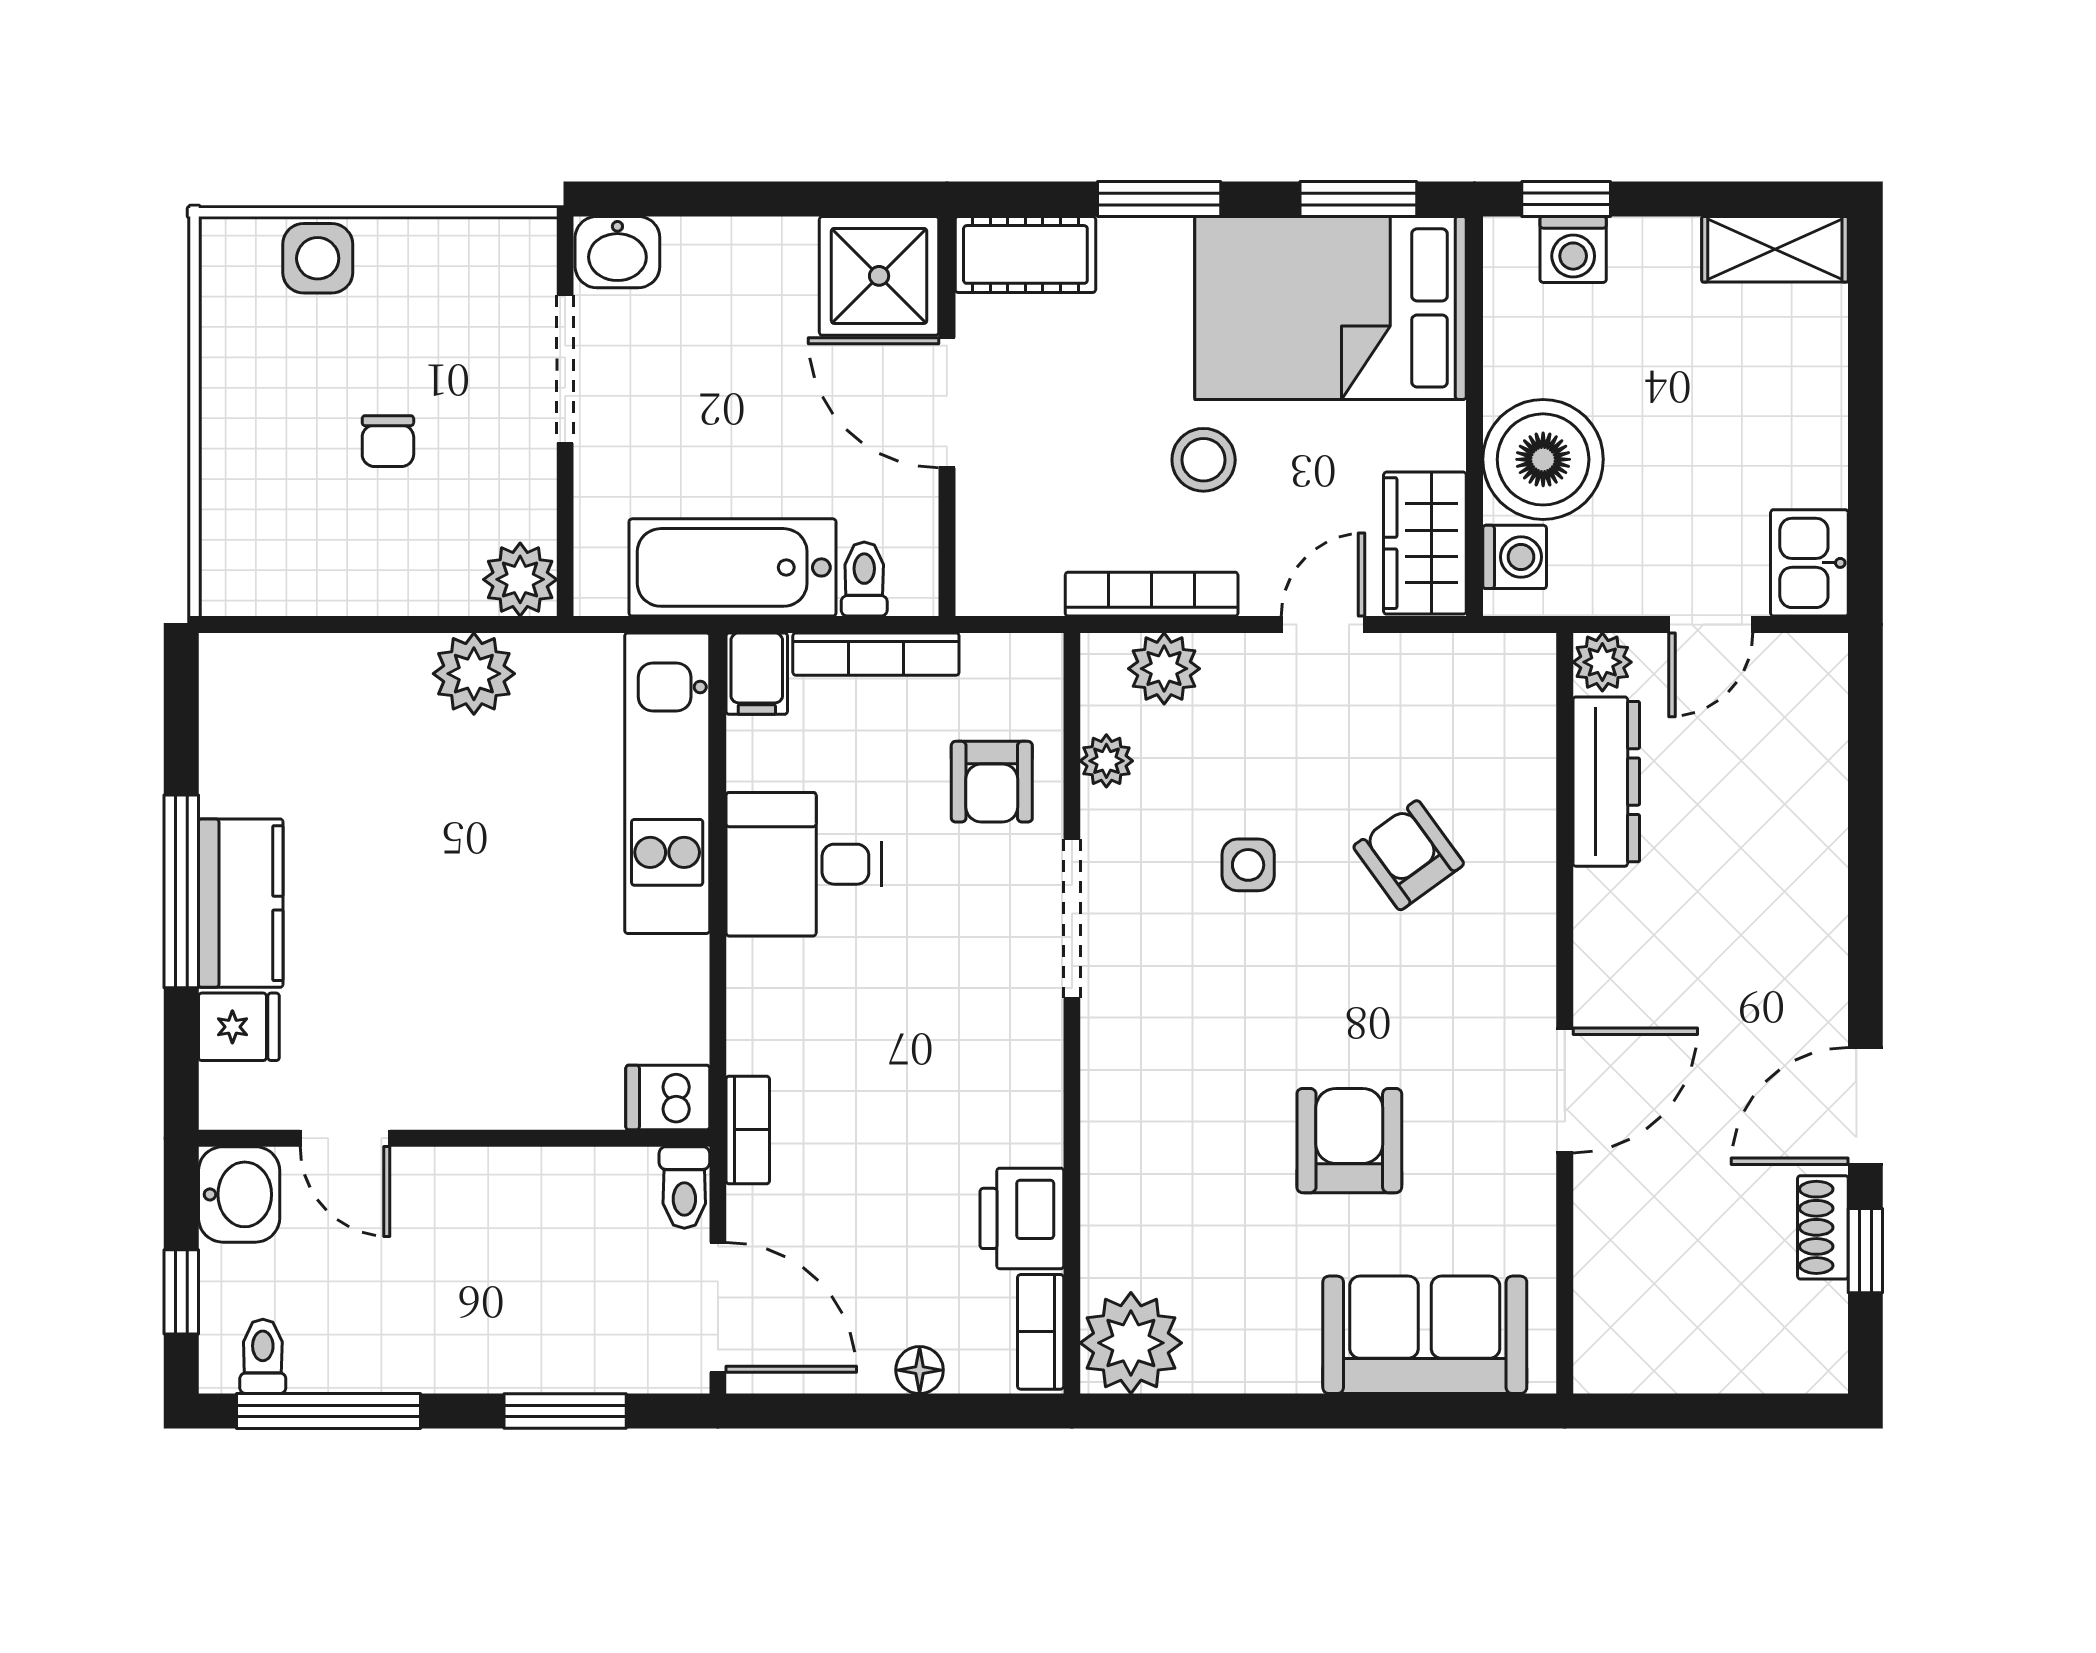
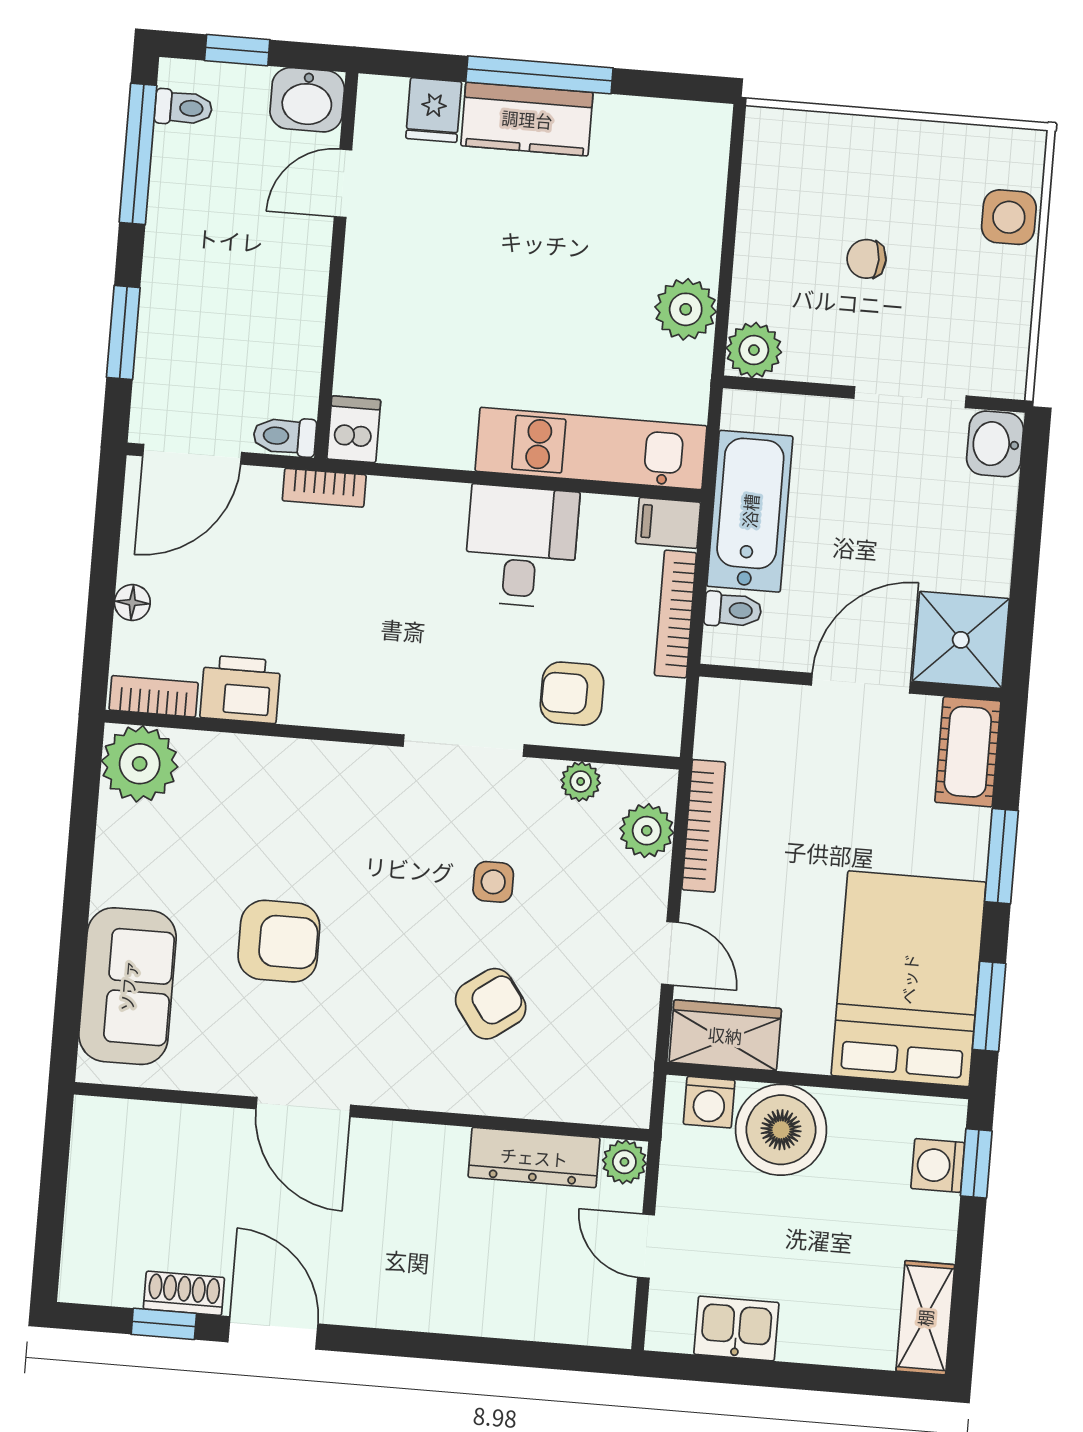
stool: (1204, 460) -> (802, 873), removed
kitchen sink: (1809, 563) -> (736, 1328), moved

